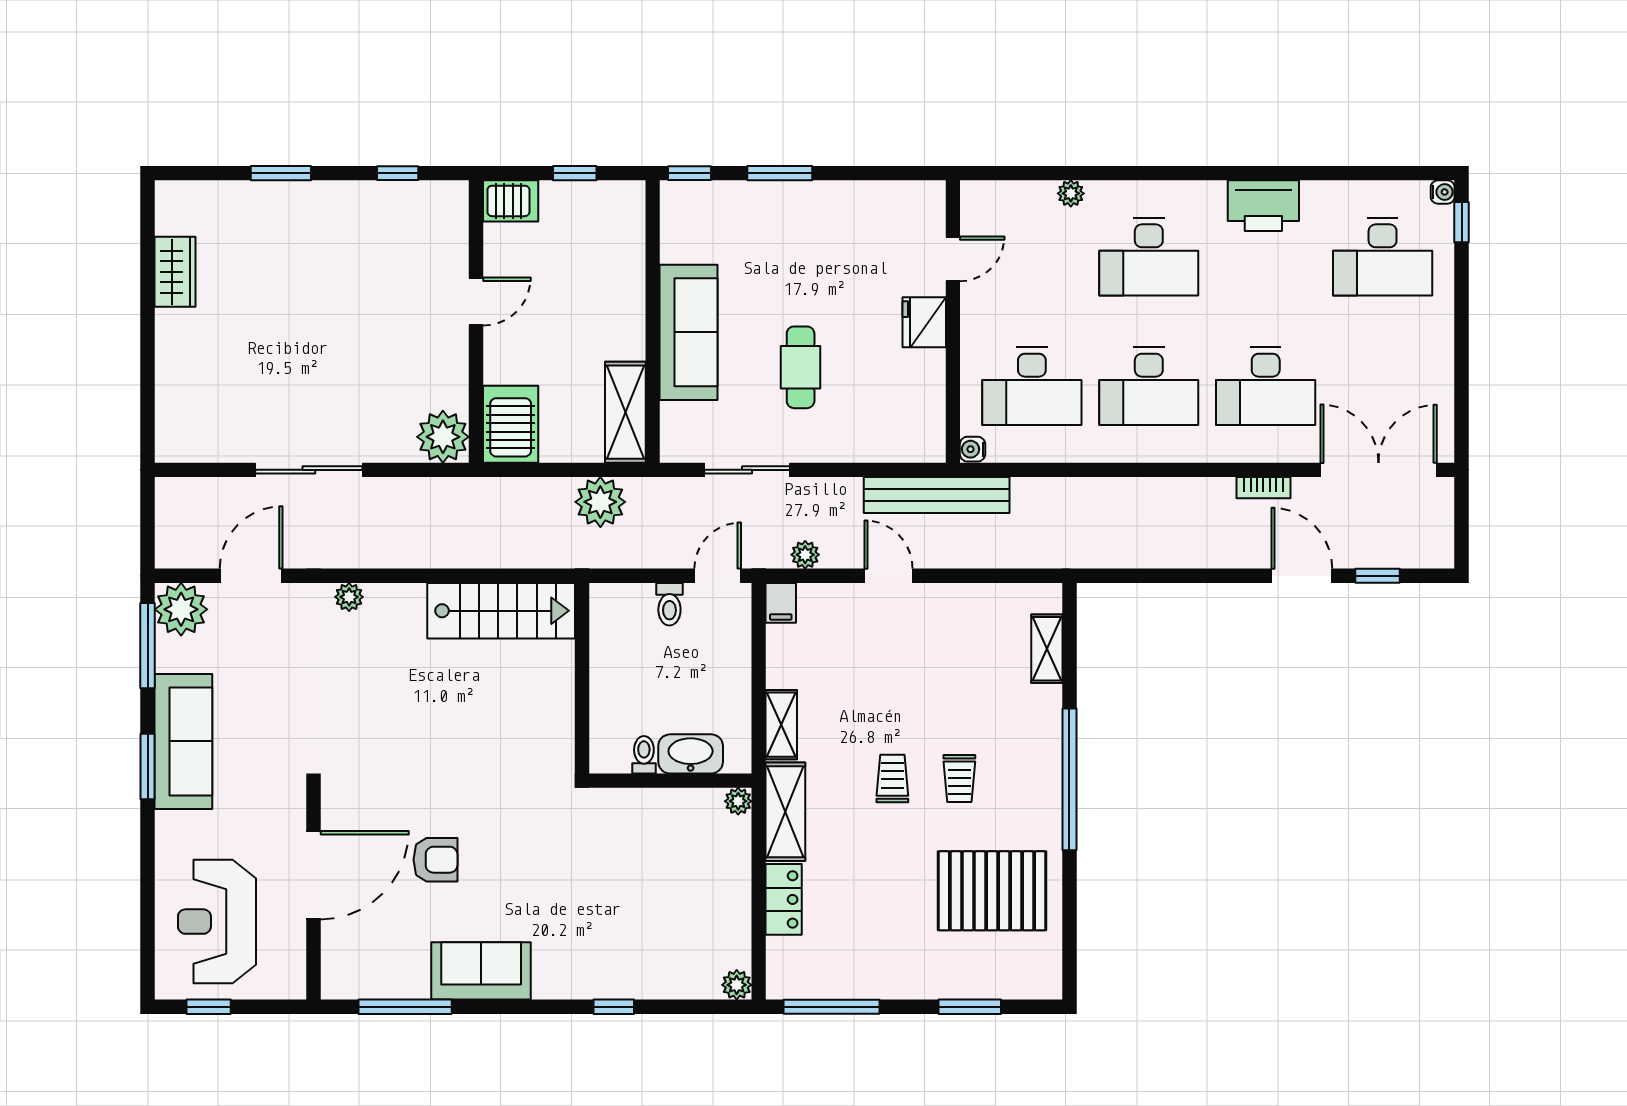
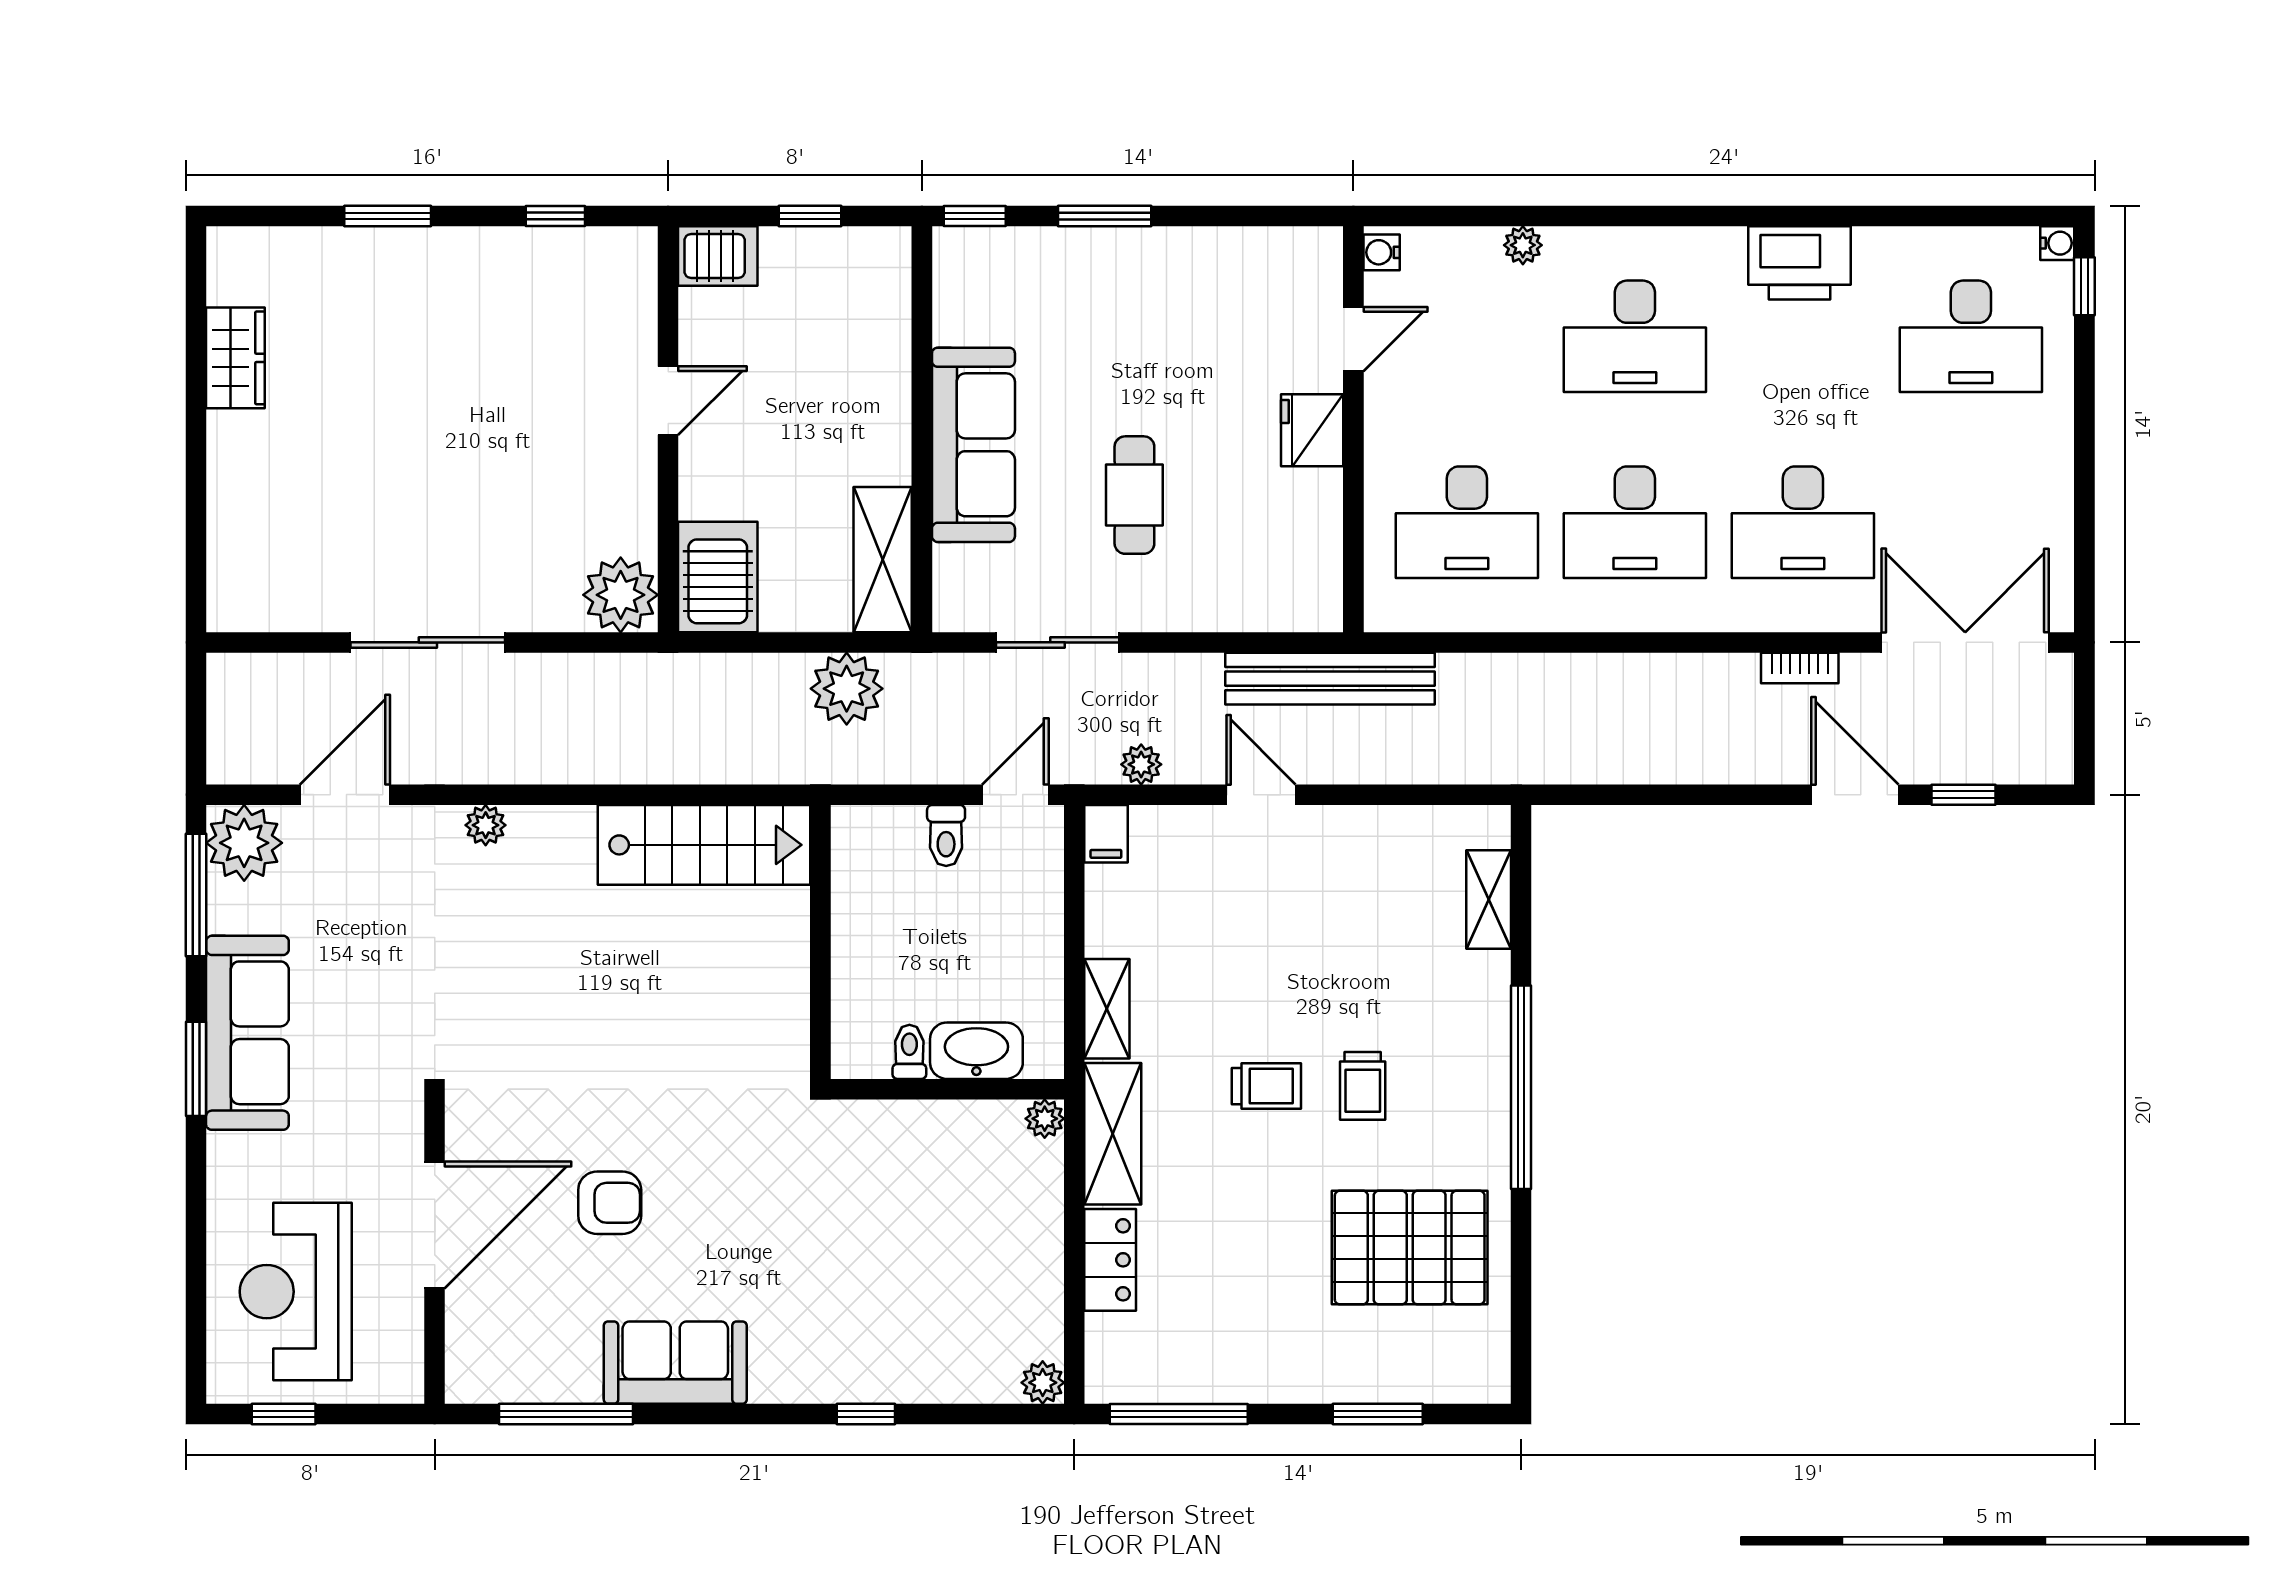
water cooler: (972, 449) -> (1382, 252), moved
trolley: (892, 778) -> (1266, 1086), turned 90

